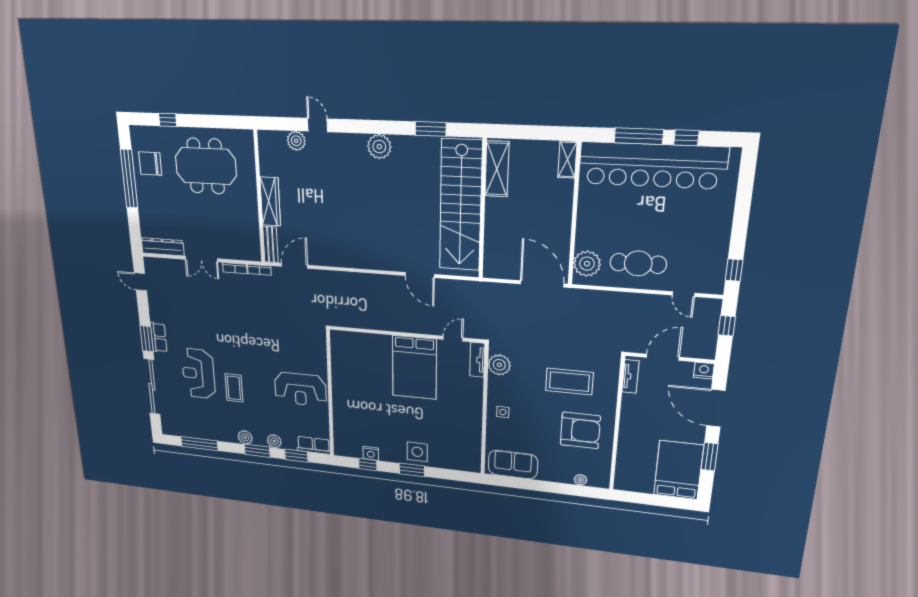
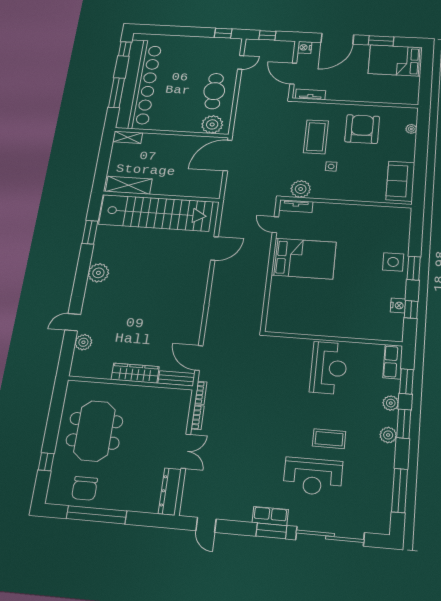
window: (686, 138) -> (125, 49), moved
door: (140, 282) -> (206, 525), hinge flipped
side table: (503, 412) -> (331, 166), moved

